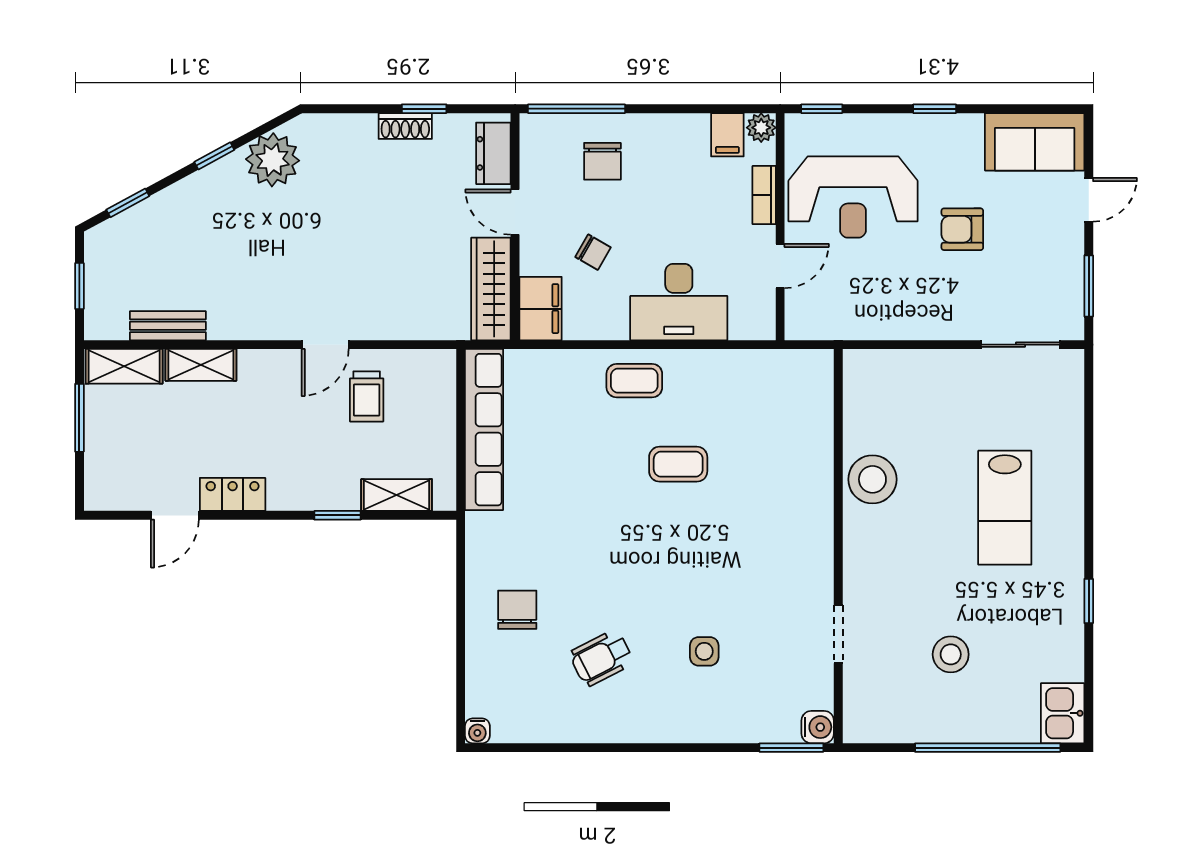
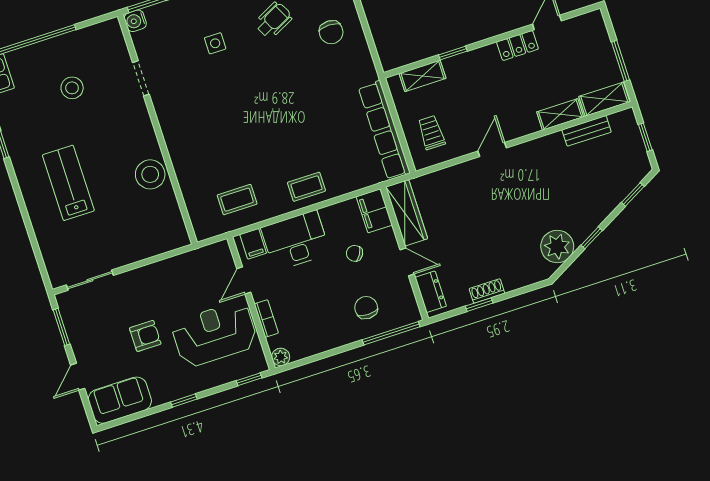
filing cabinet: (727, 135) -> (253, 244), moved, turned 180
trolley: (367, 396) -> (431, 133), moved
coffee table: (678, 464) -> (237, 200), moved

